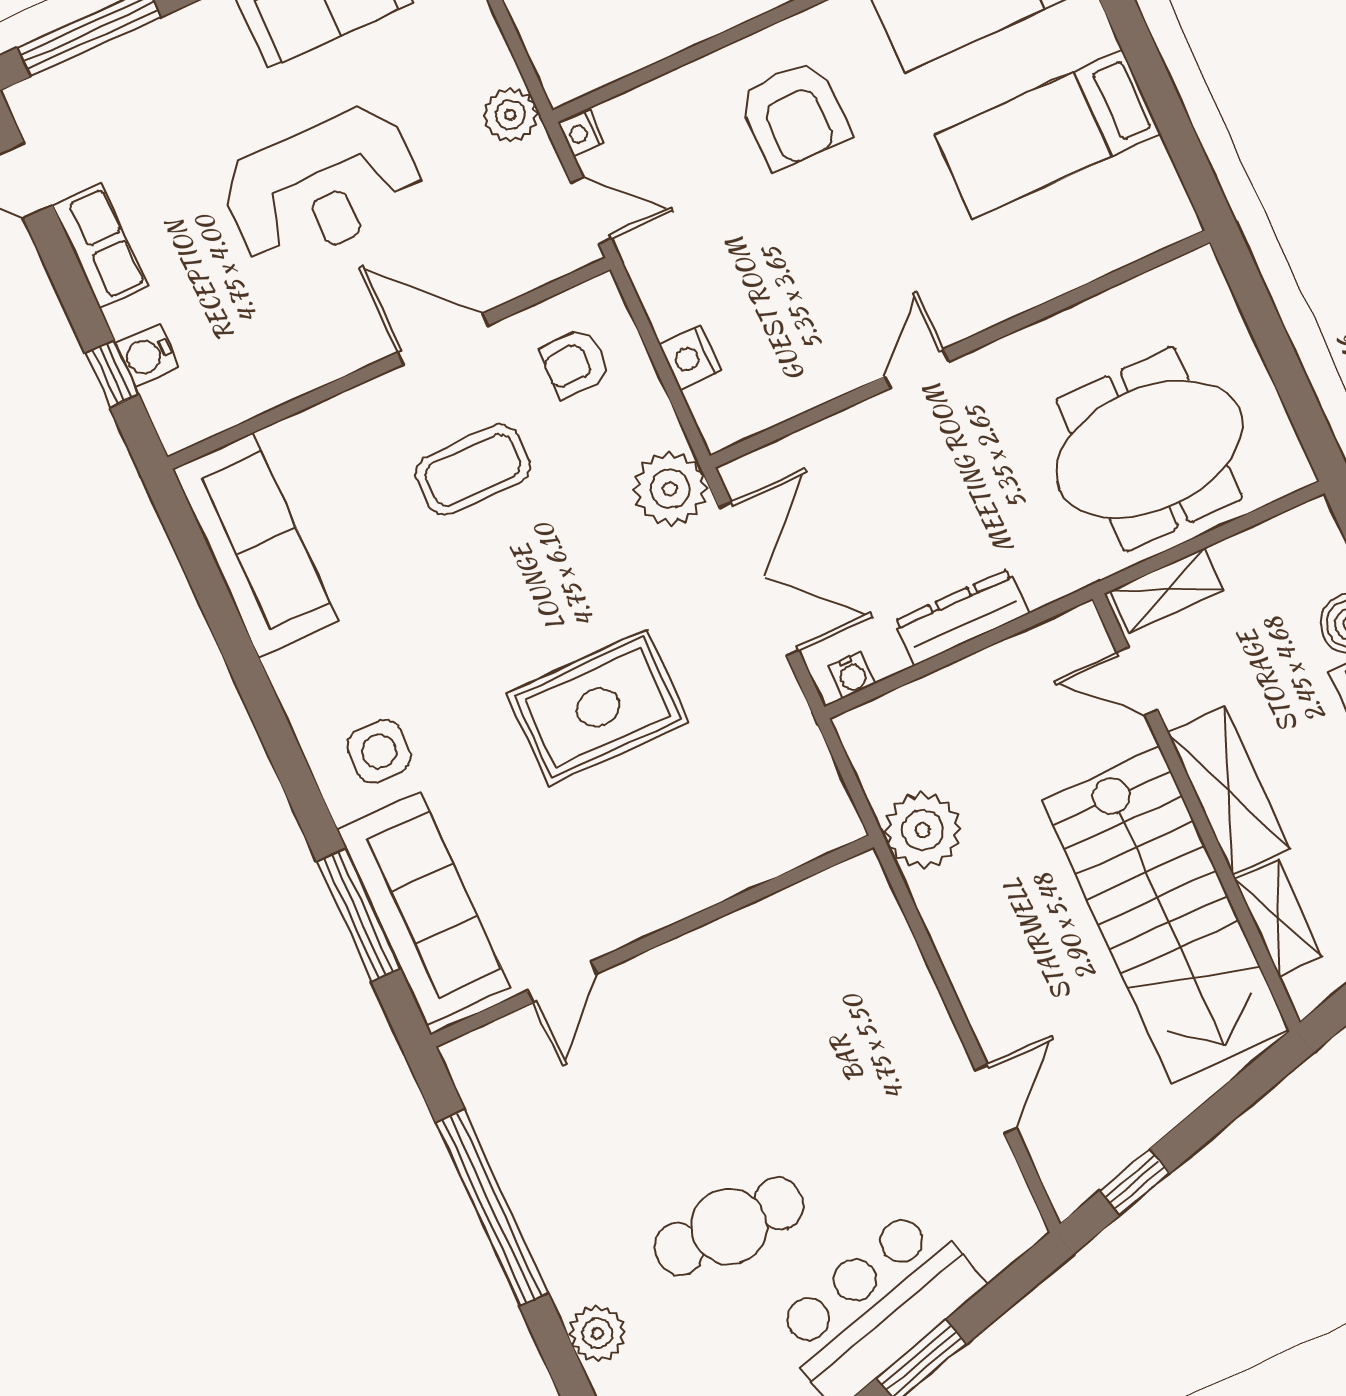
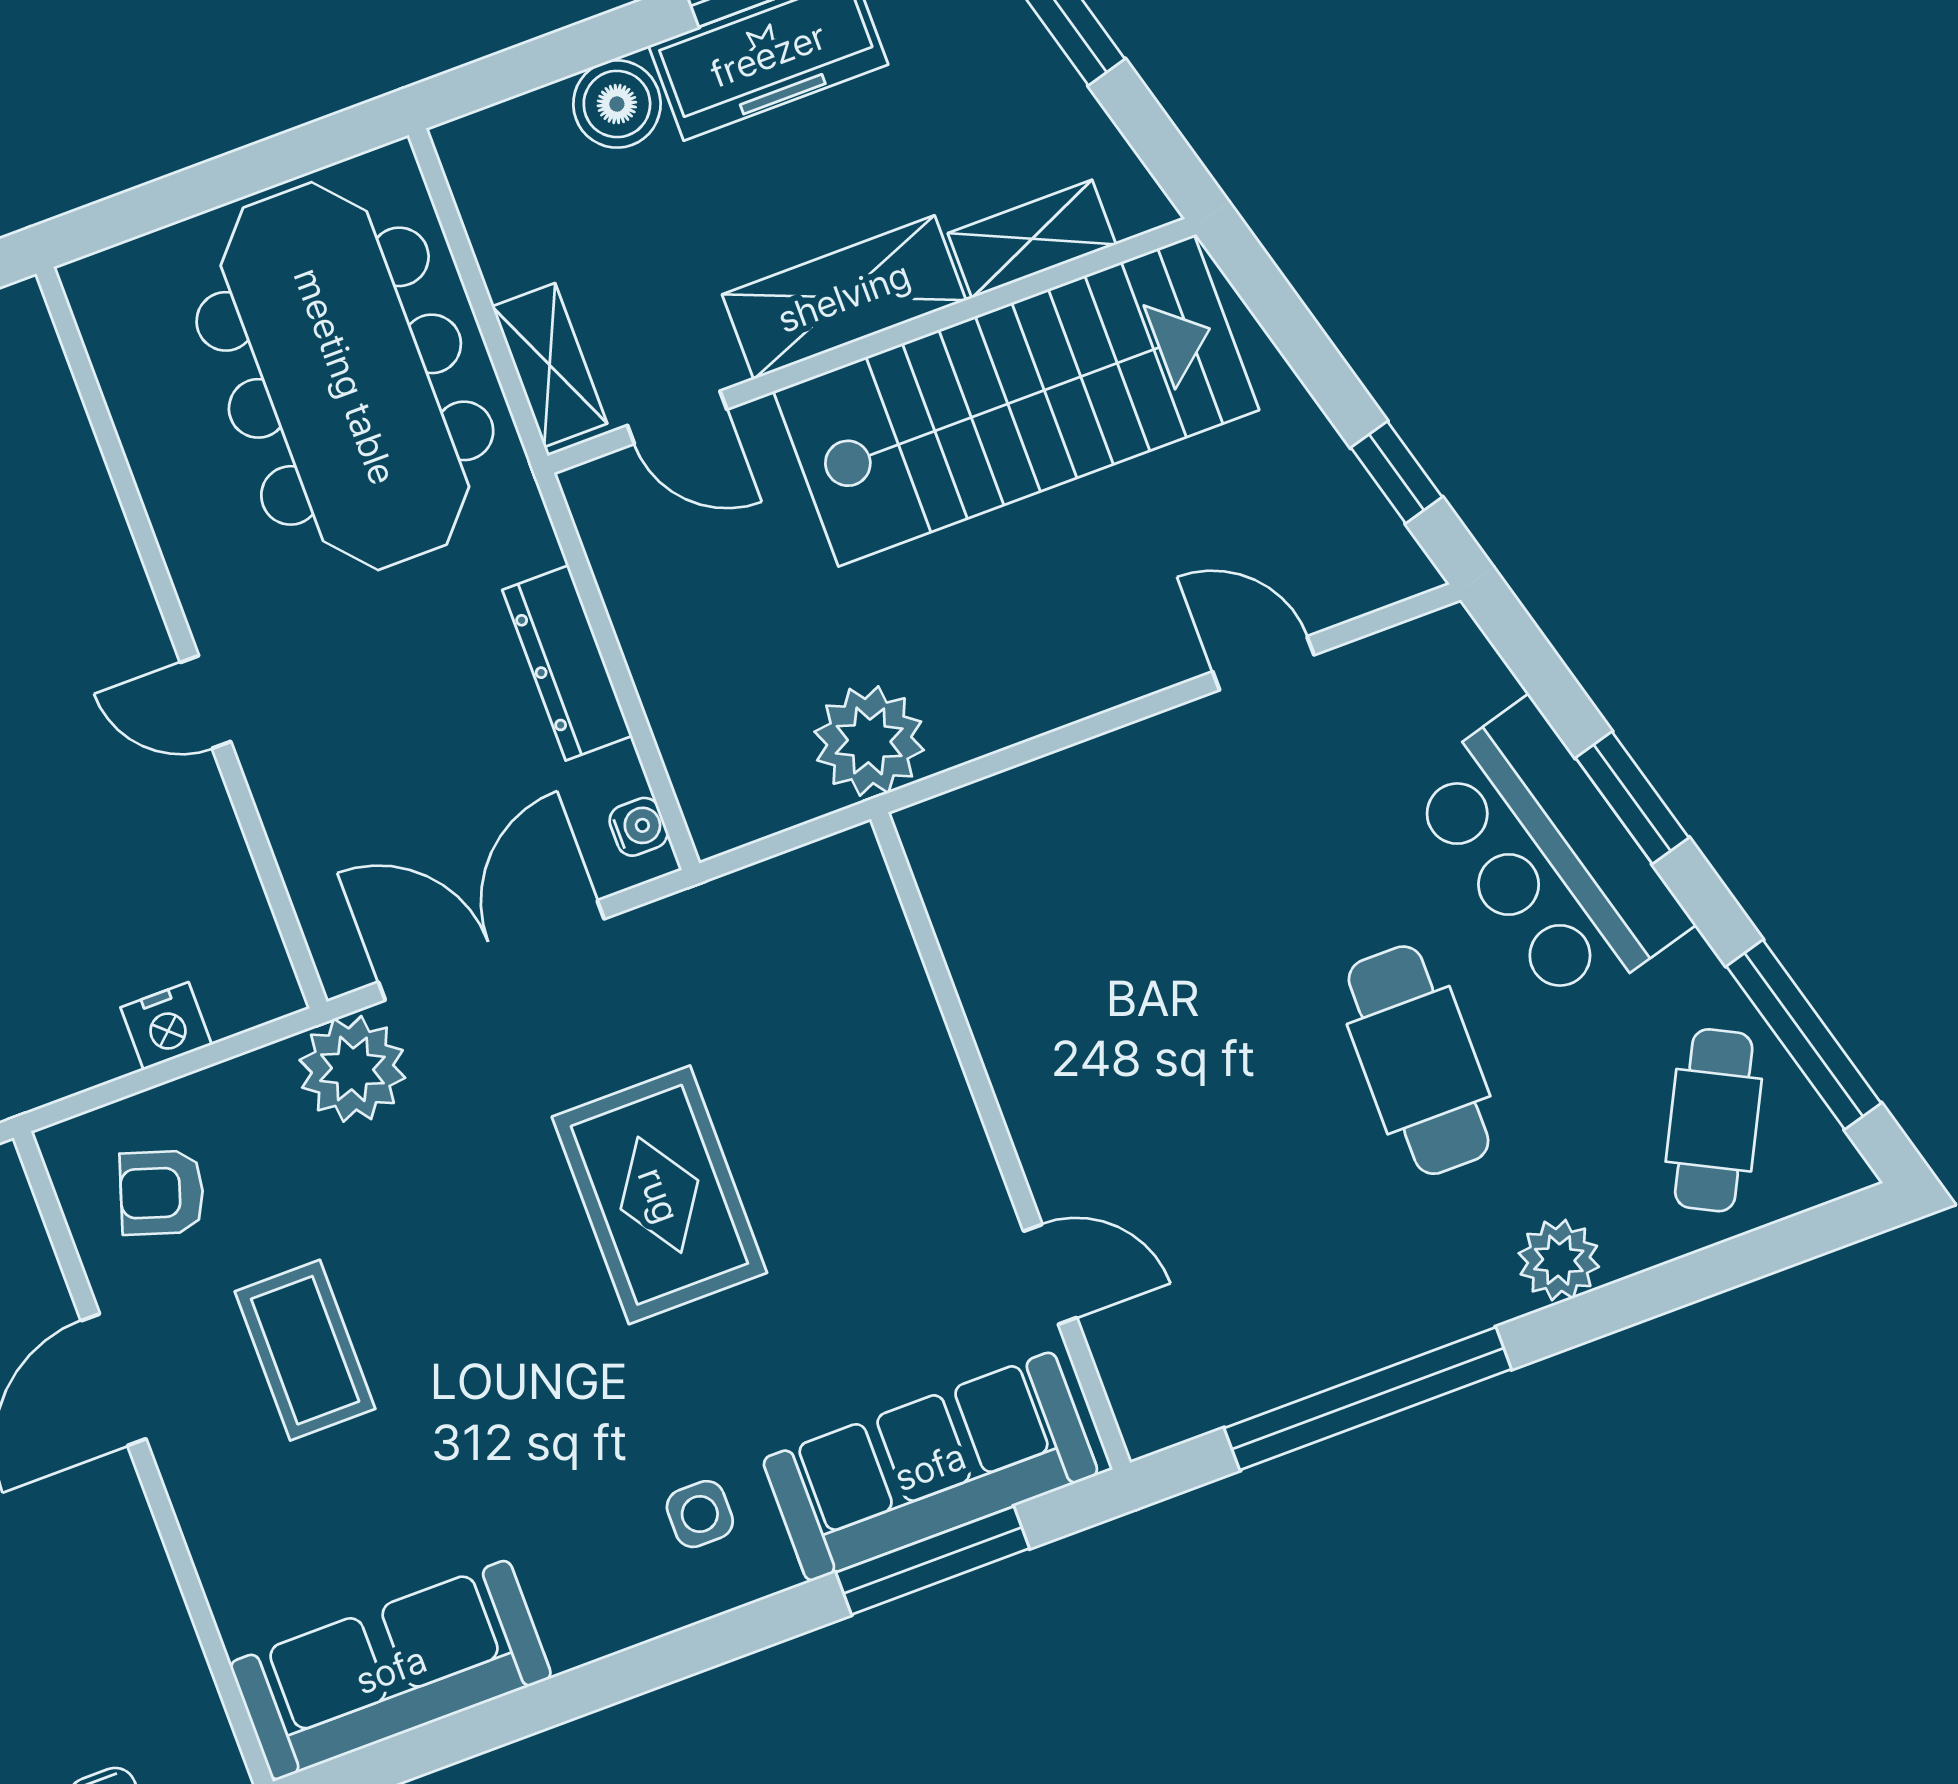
armchair: (575, 363) -> (162, 1193), turned 108
meeting table: (1149, 449) -> (345, 376), width x1.36
door: (1137, 681) -> (677, 417), hinge flipped
side table: (379, 751) -> (700, 1514), width x0.73, depth x0.73

